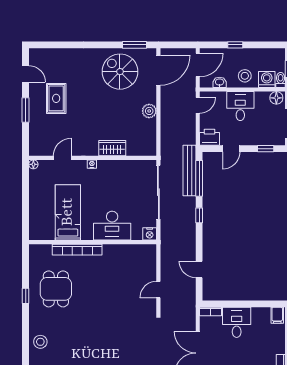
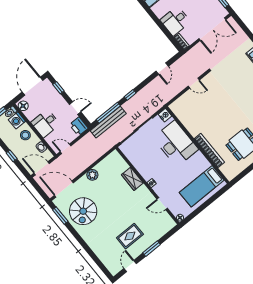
bed: (68, 212) -> (202, 186), moved
desk: (112, 226) -> (176, 144), width x1.36, depth x1.30

